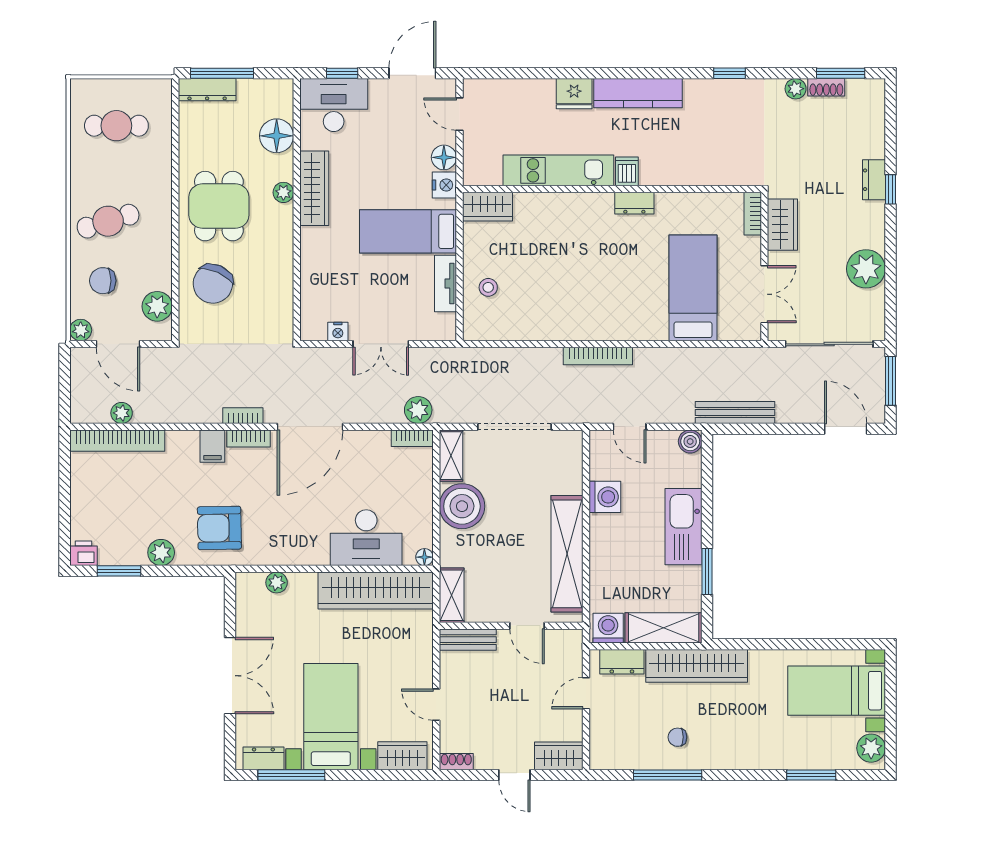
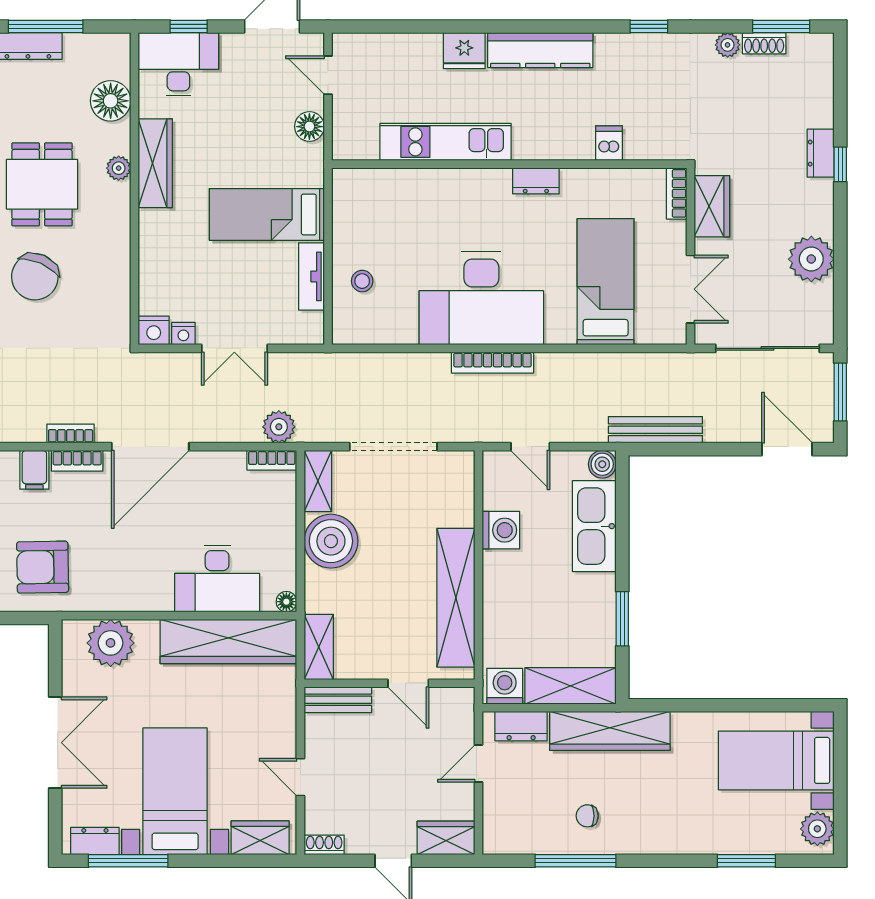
dishwasher: (627, 171) -> (609, 143), moved
nightstand: (444, 185) -> (154, 330), moved, turned 90
wardrobe: (488, 207) -> (361, 185), removed
desk: (589, 302) -> (481, 298), added
kitchen sink: (683, 527) -> (594, 526), moved
plant: (277, 583) -> (111, 643), width x1.88, depth x1.88

